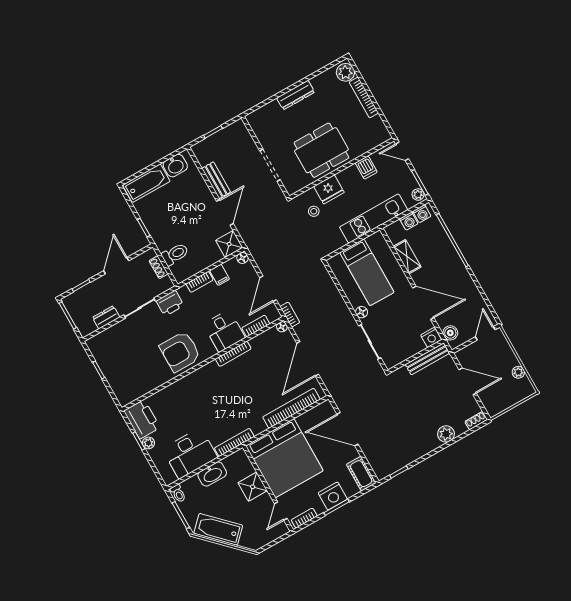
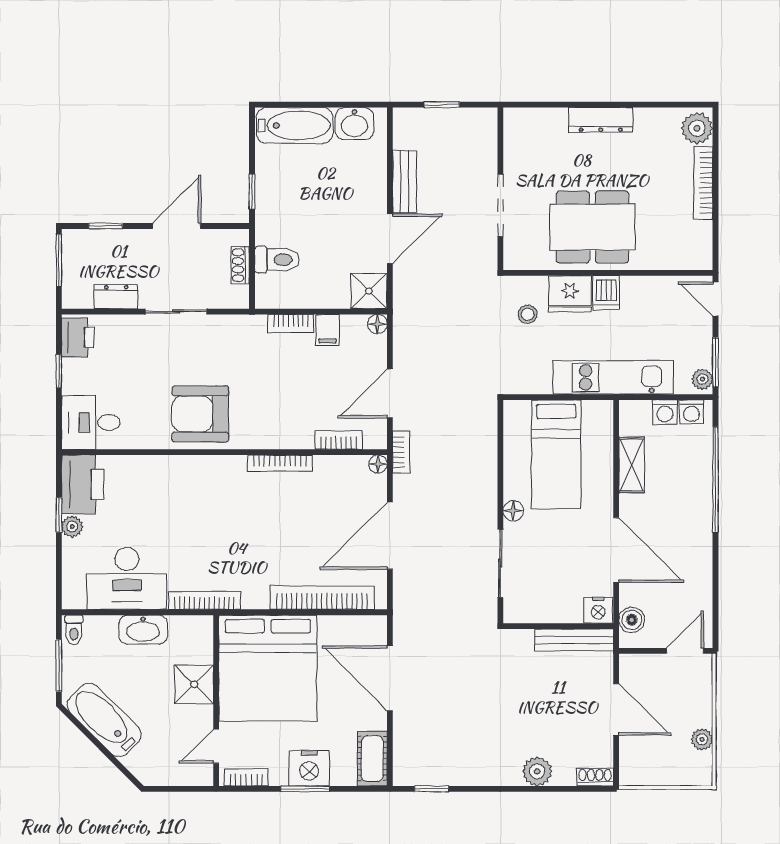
dishwasher: (366, 168) -> (606, 293), moved
printer: (170, 303) -> (78, 337), moved, turned -90
desk: (224, 331) -> (91, 422), moved, turned 90

